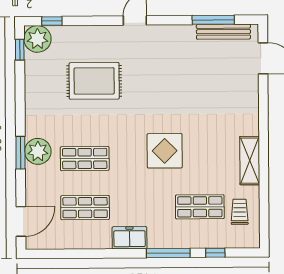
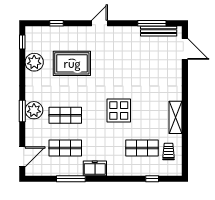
window: (52, 21) -> (57, 23), moved
plant: (37, 39) -> (34, 62), moved
window: (168, 253) -> (71, 179), moved

